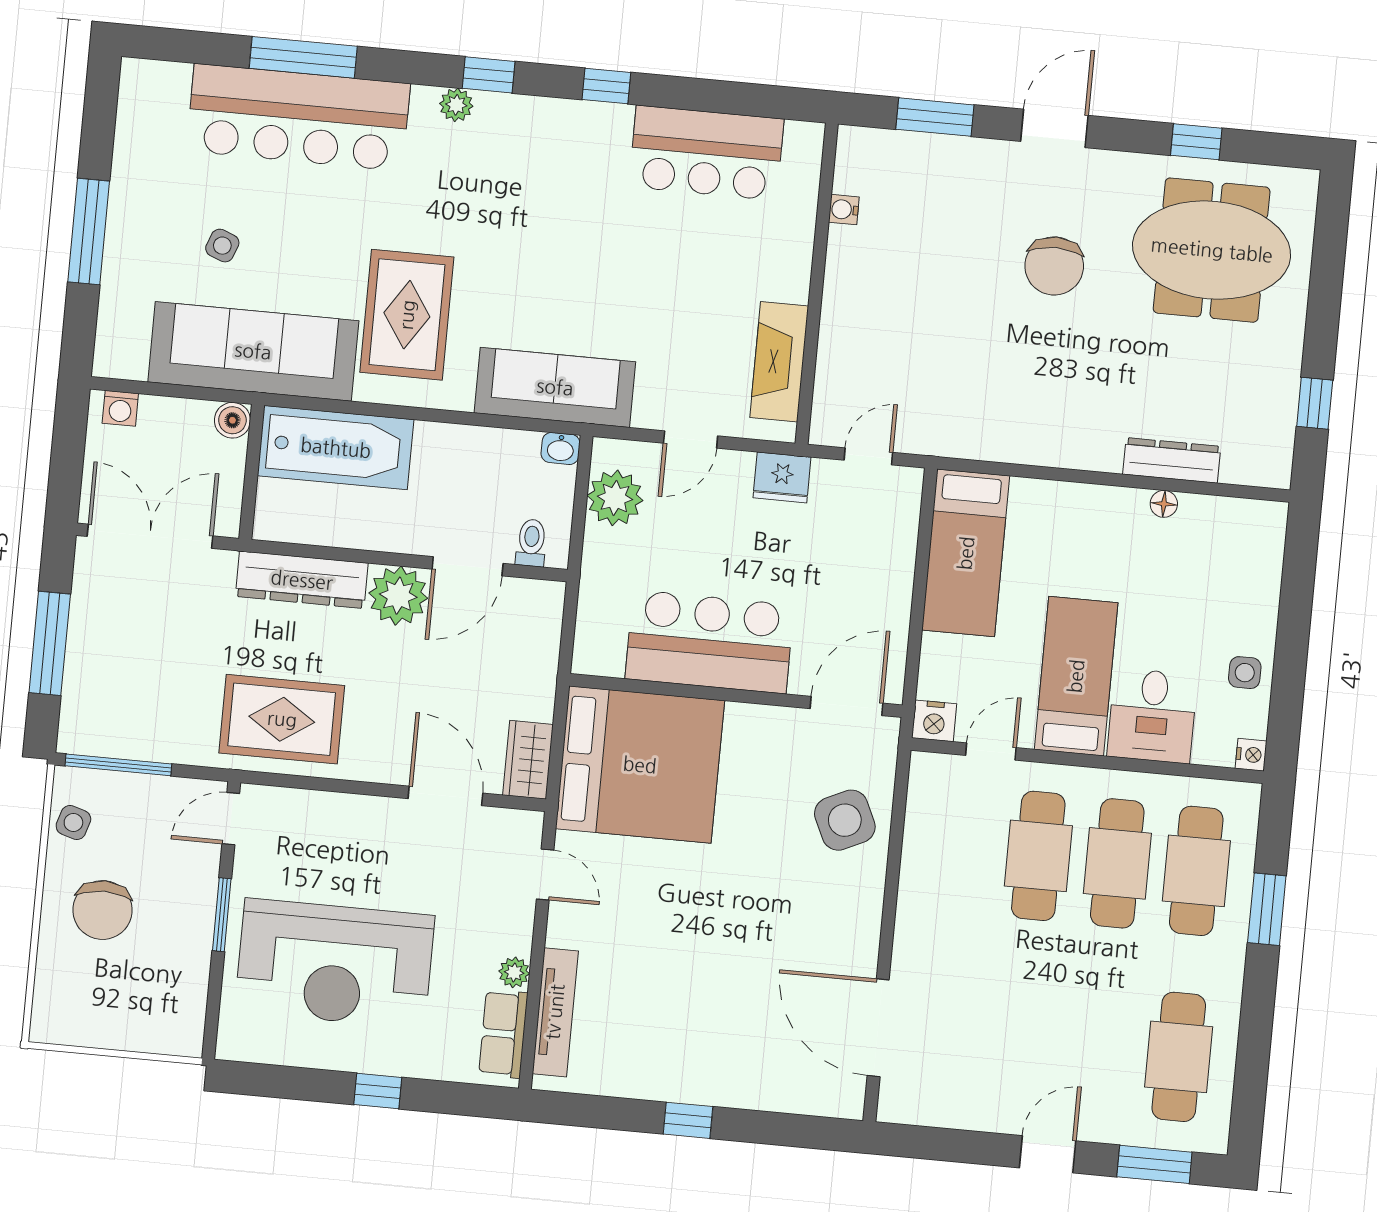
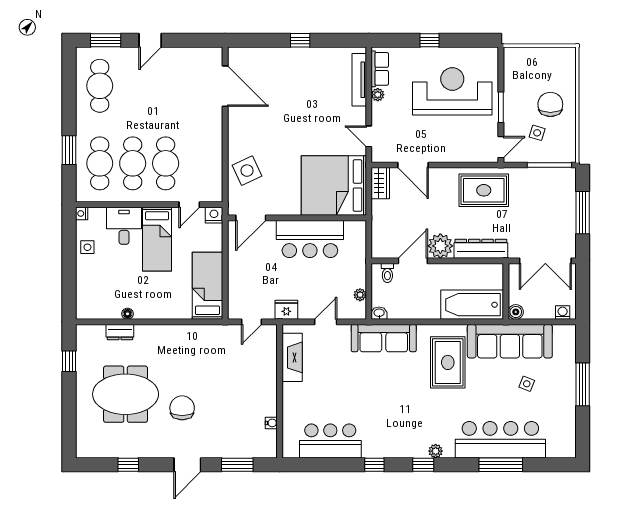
meeting table: (1212, 250) -> (126, 394), moved
dresser: (1172, 460) -> (120, 332), width x0.70
plant: (615, 498) -> (360, 295), width x0.53, depth x0.53
side table: (73, 823) -> (537, 133), moved

